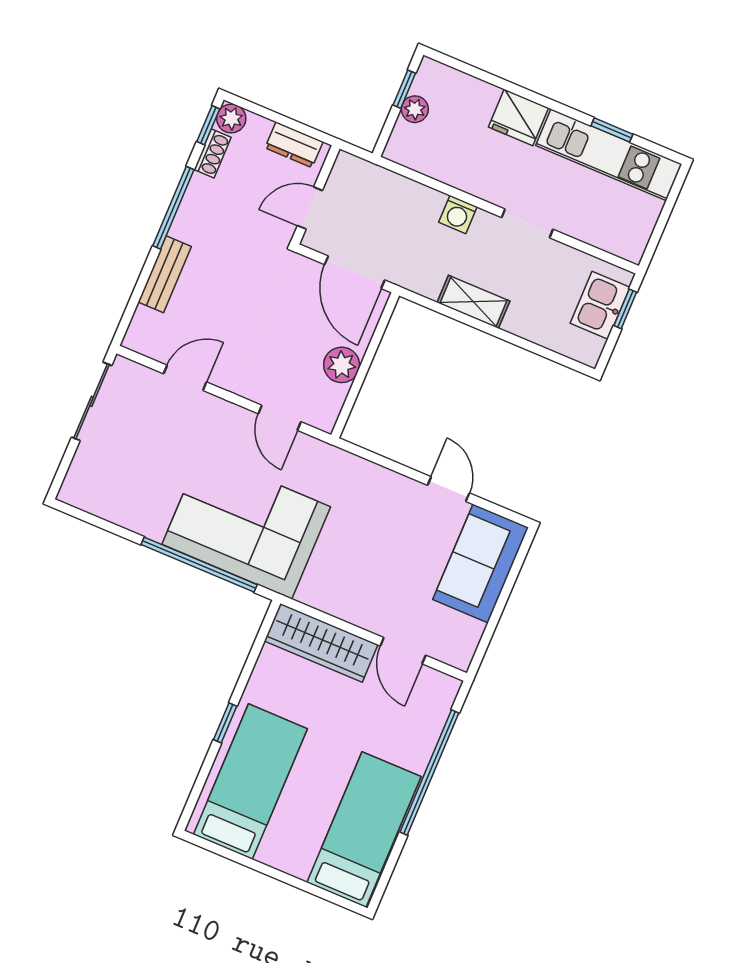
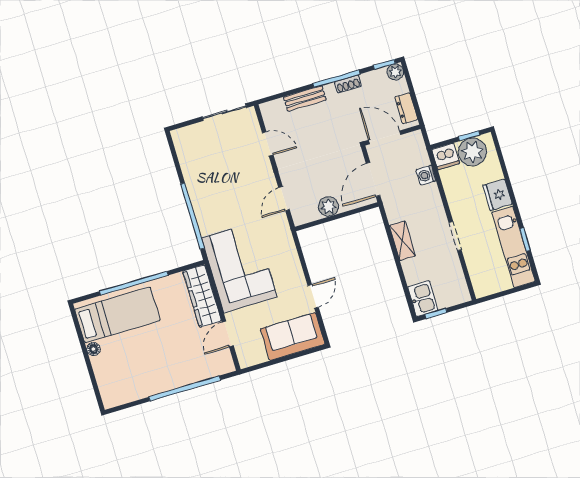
plant: (415, 109) -> (472, 152), width x1.88, depth x1.88
dishwasher: (406, 145) -> (446, 156), added
shoe rack: (212, 153) -> (348, 84), moved
door: (310, 208) -> (385, 137), width x1.38
washing machine: (458, 214) -> (426, 175), moved
kitchen sink: (600, 305) -> (423, 299), moved, turned 90
window: (625, 309) -> (436, 314), moved
corner sofa: (246, 526) -> (239, 268), moved
window: (225, 723) -> (134, 283), width x3.17
bed: (364, 829) -> (137, 381), removed
floor lamp: (270, 854) -> (93, 349), added

